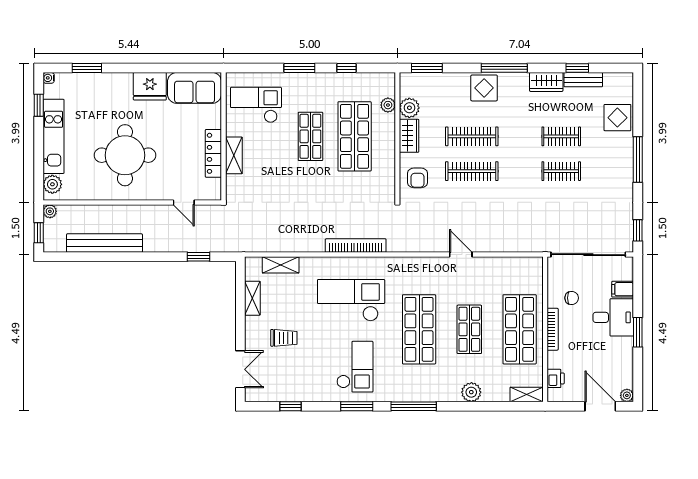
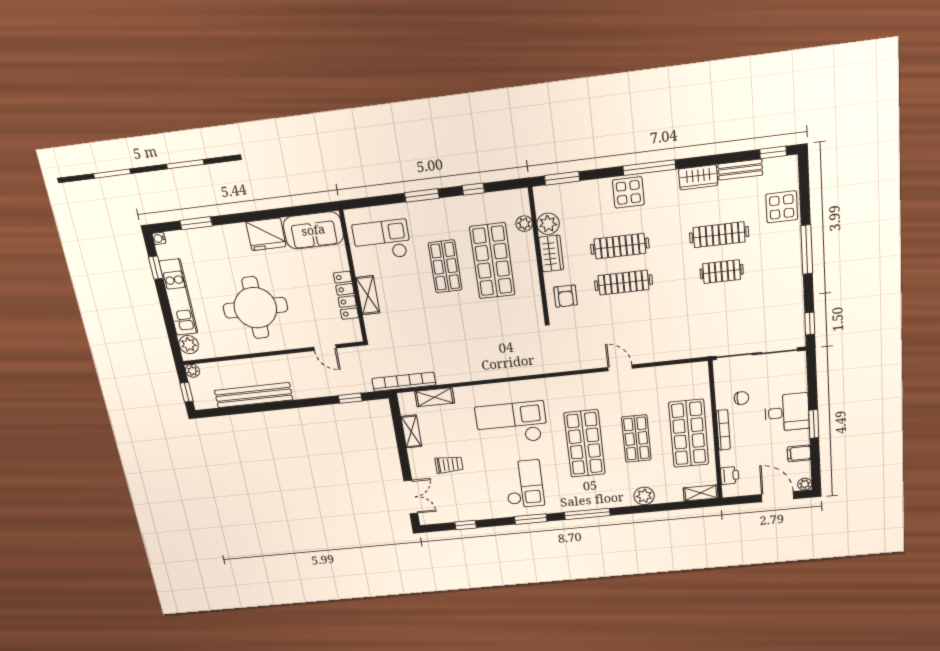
window: (577, 68) -> (773, 152), moved
clothes rail: (561, 136) -> (719, 235), width x1.36
bookcase: (356, 246) -> (404, 382), moved
filing cabinet: (623, 289) -> (799, 453), moved

